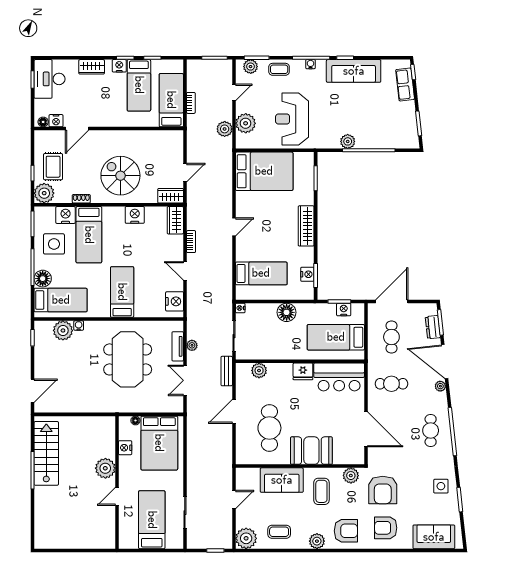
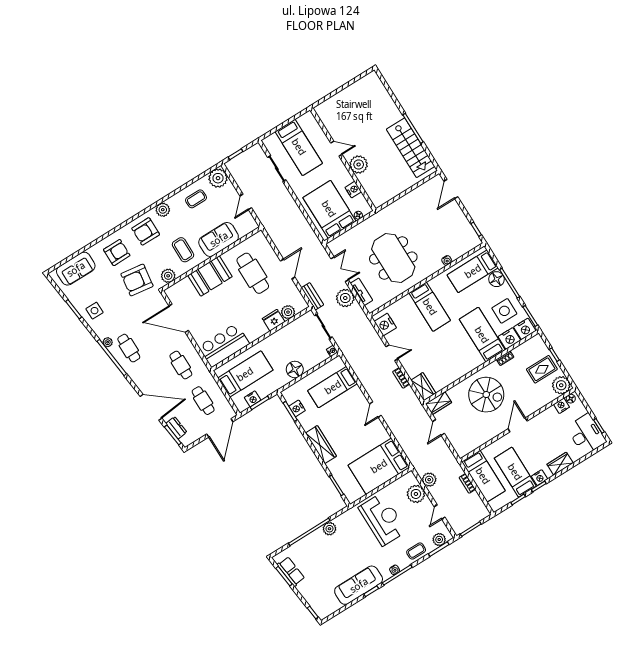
row of seats: (405, 84) -> (291, 571), moved
door: (77, 129) -> (518, 425), moved
rug: (53, 167) -> (542, 369), turned 90
plant: (44, 193) -> (561, 385), moved
nightstand: (135, 215) -> (525, 329), moved
plant: (63, 330) -> (456, 249), removed
plant: (192, 345) -> (345, 298), width x1.88, depth x1.88
fridge: (303, 371) -> (274, 320), moved
cafe table: (391, 384) -> (181, 365), turned 90
plant: (440, 386) -> (108, 342), moved
armchair: (383, 490) -> (137, 280), turned -82
door: (117, 496) -> (336, 149), hinge flipped

